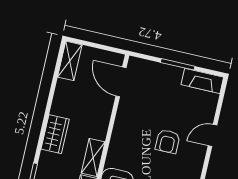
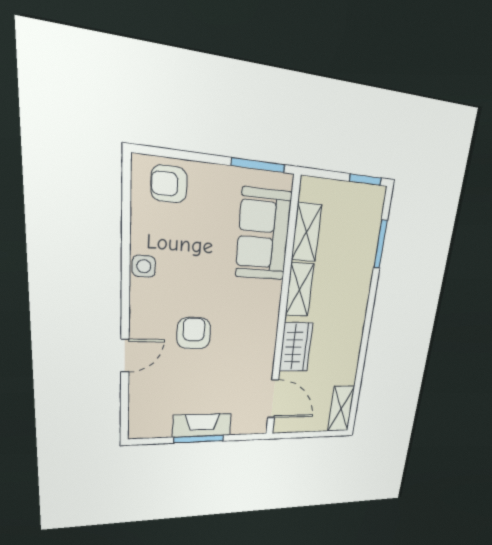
fireplace: (202, 81) -> (202, 425), moved
wardrobe: (55, 134) -> (296, 347), moved, turned 180

